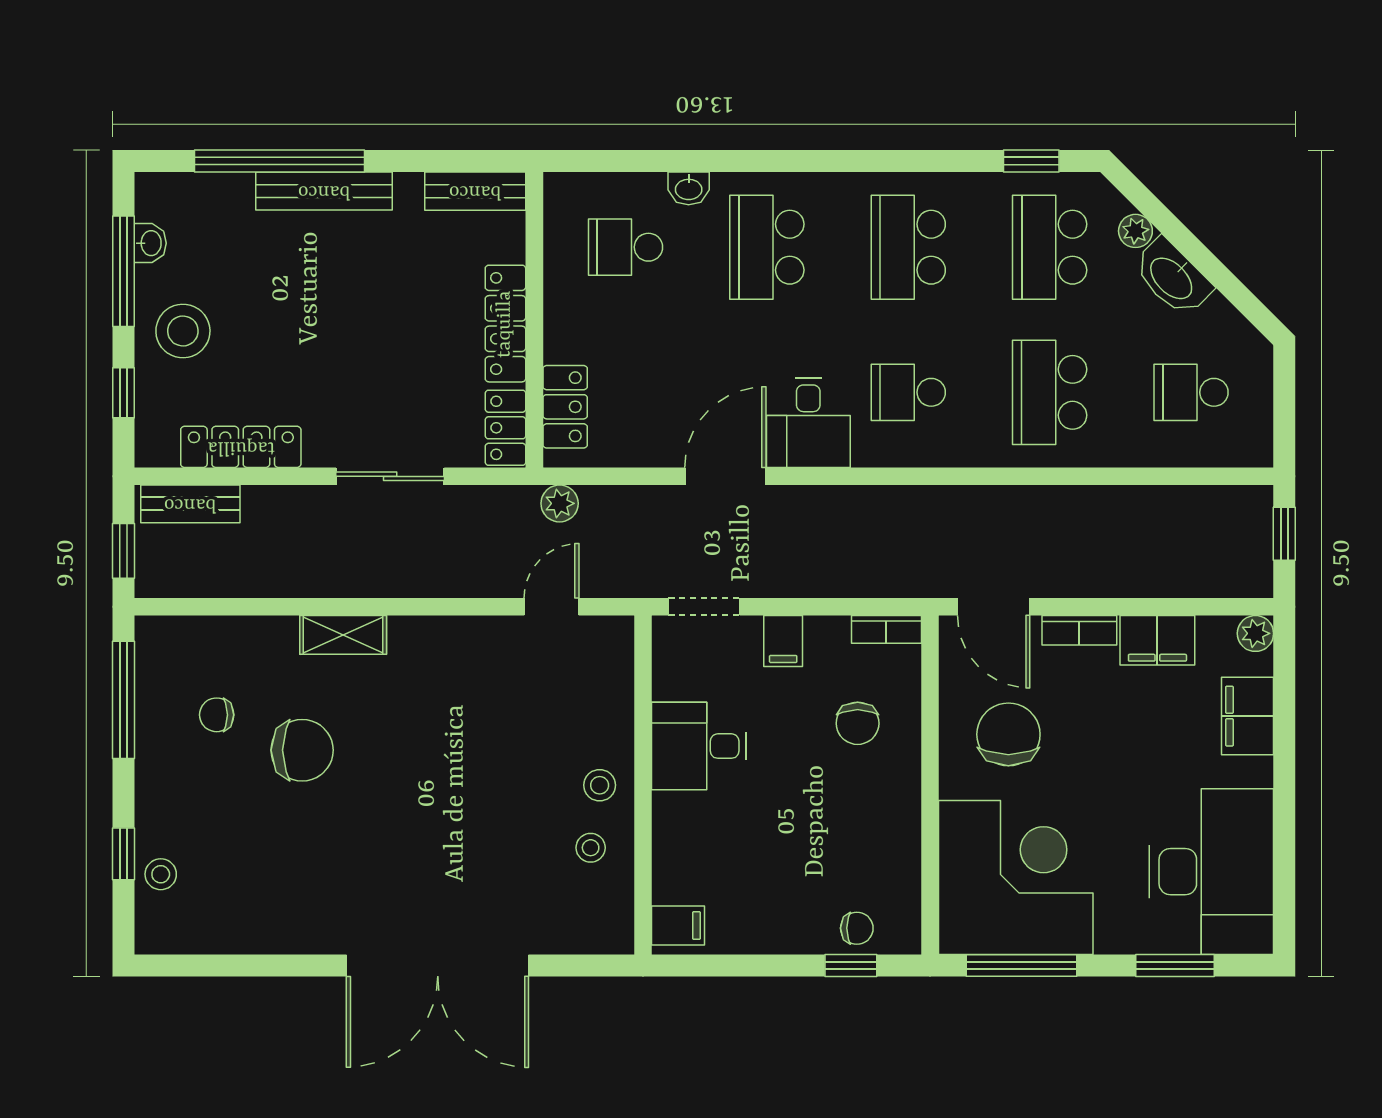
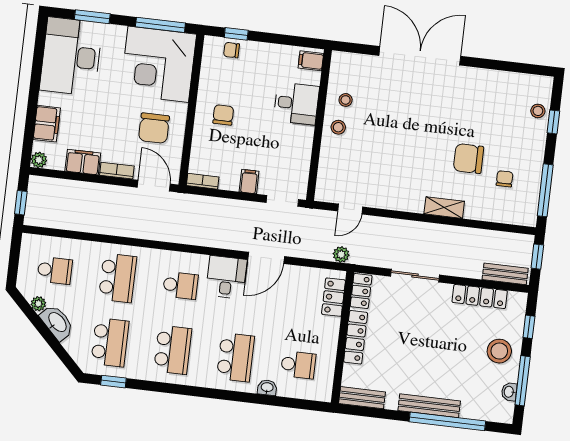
plant: (1135, 231) -> (38, 304), moved
chair: (217, 715) -> (505, 179), turned -90
chair: (858, 723) -> (223, 115), moved
desk: (699, 746) -> (296, 103), moved

